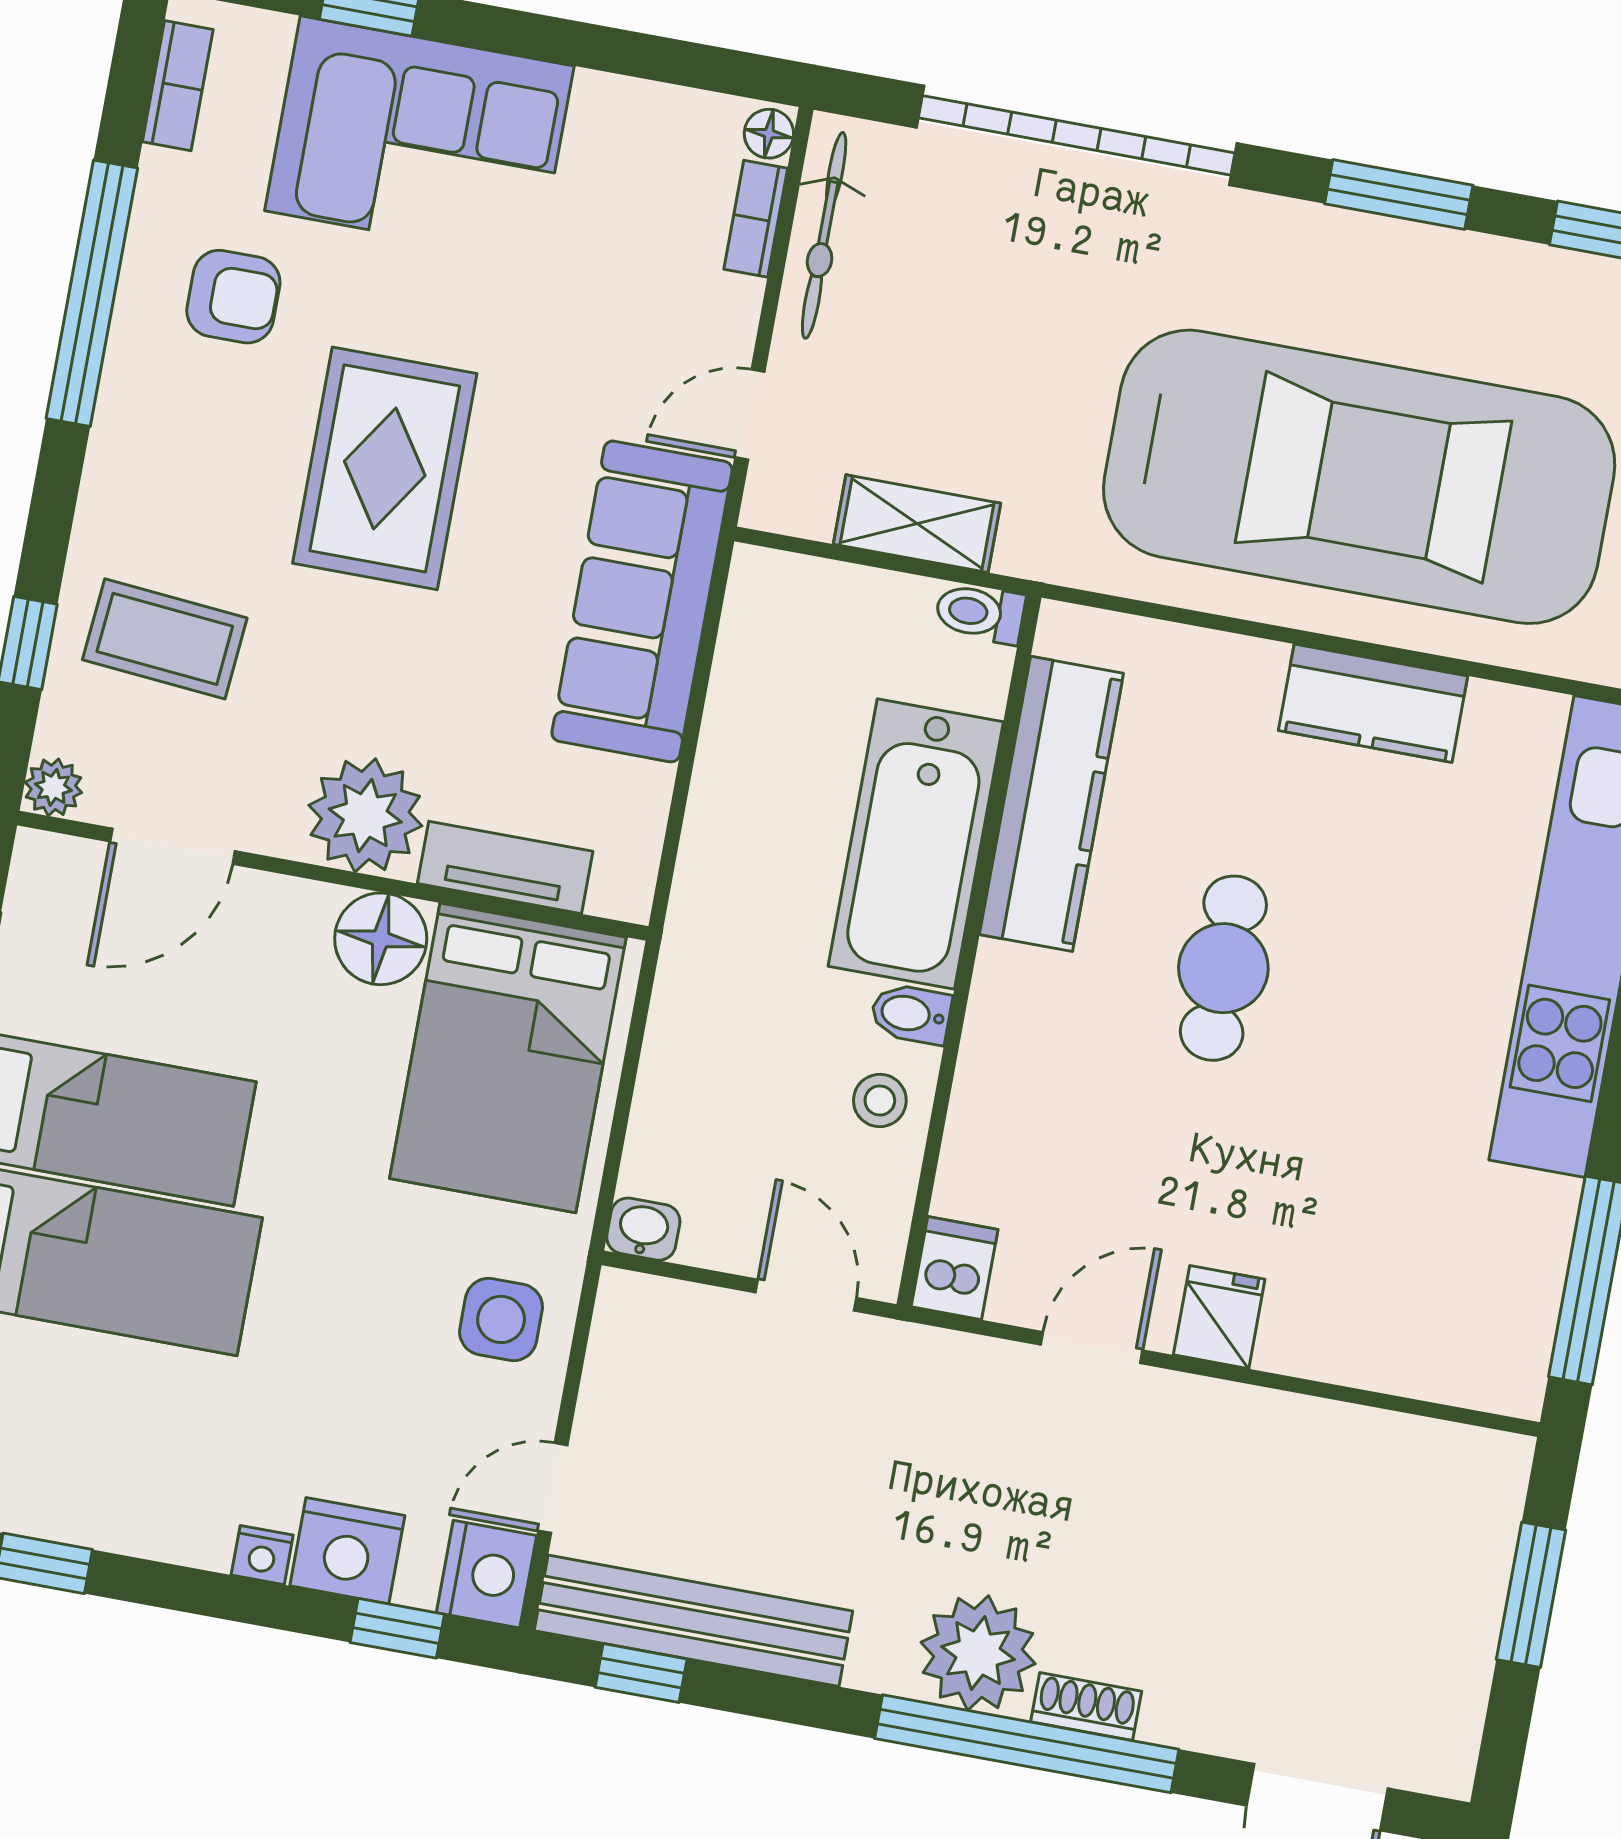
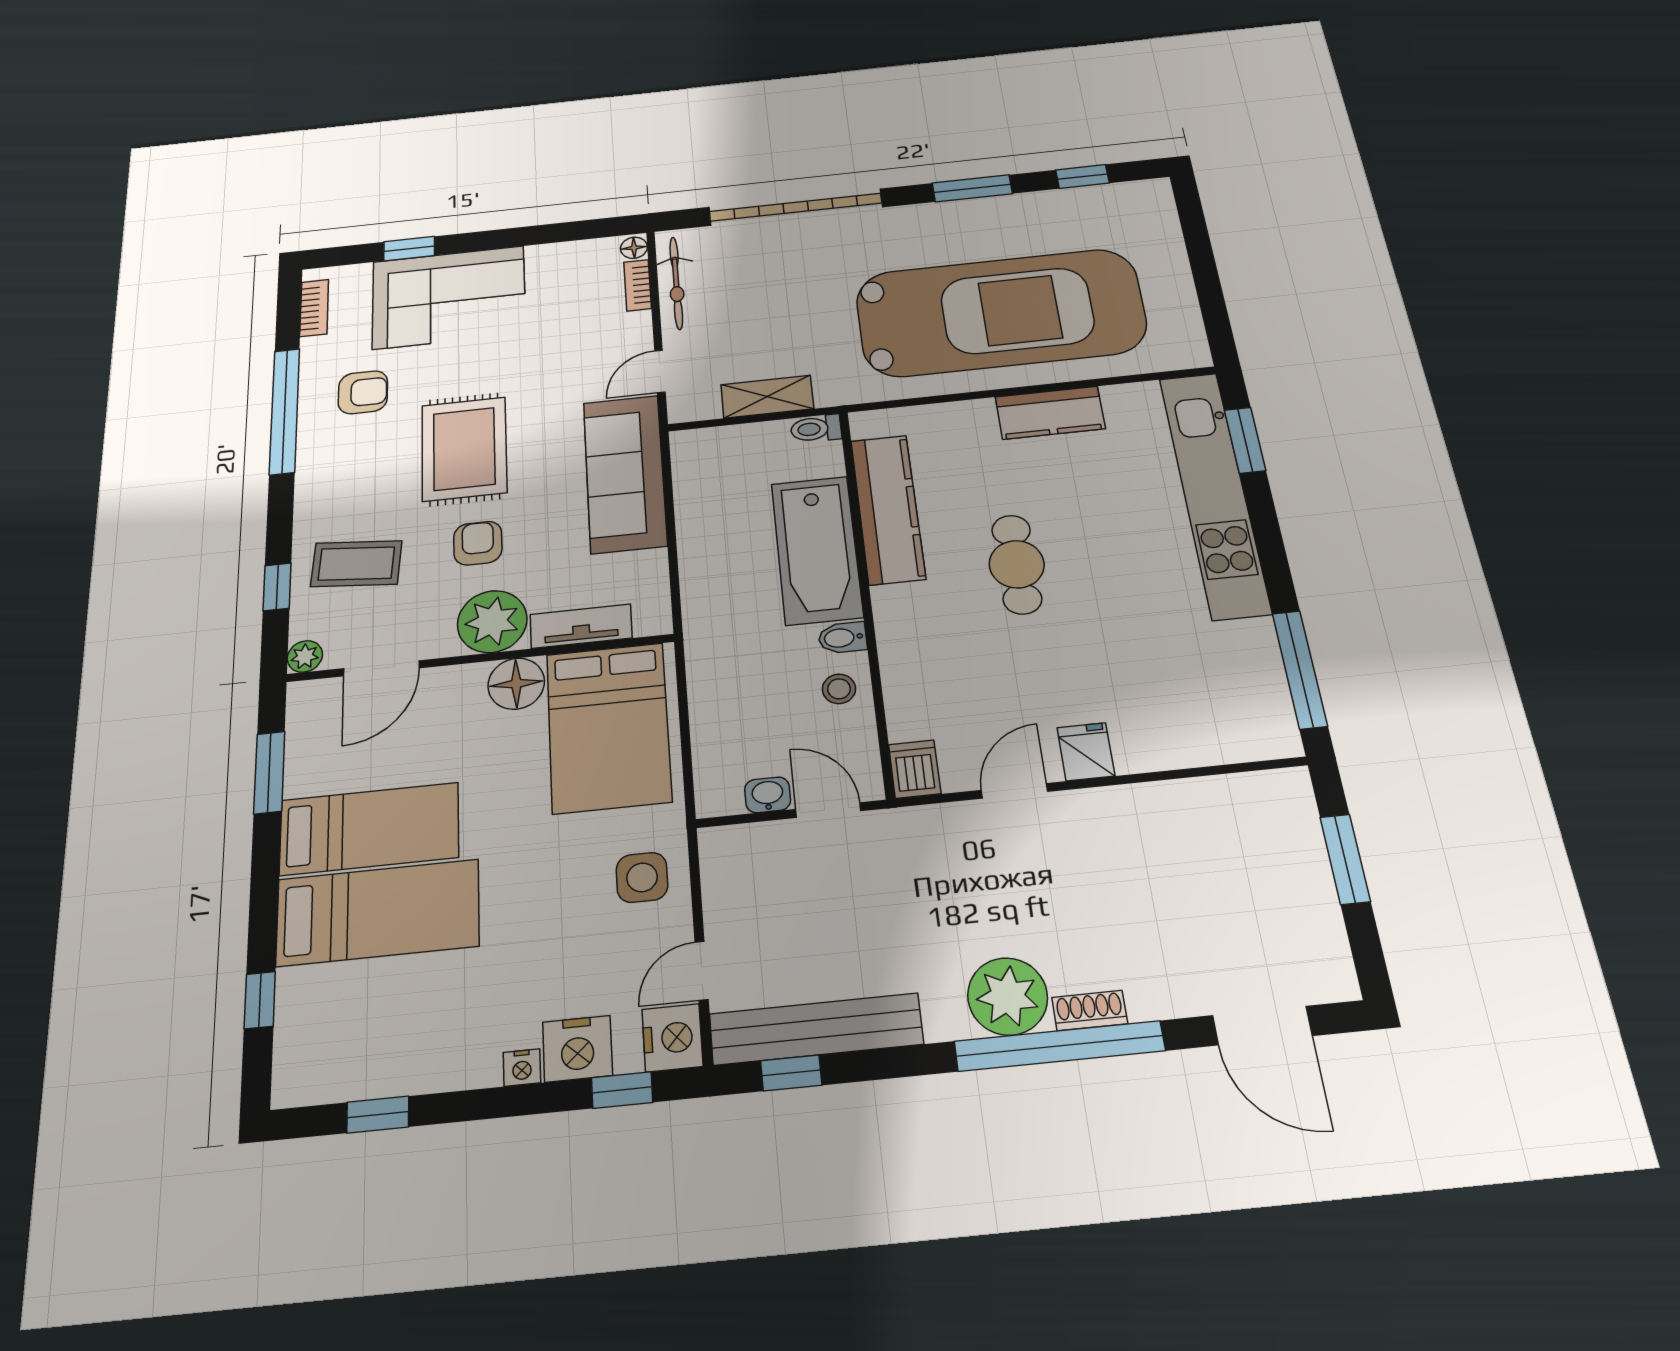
armchair: (371, 661) -> (478, 543), added
washbasin: (643, 1229) -> (768, 795), moved

